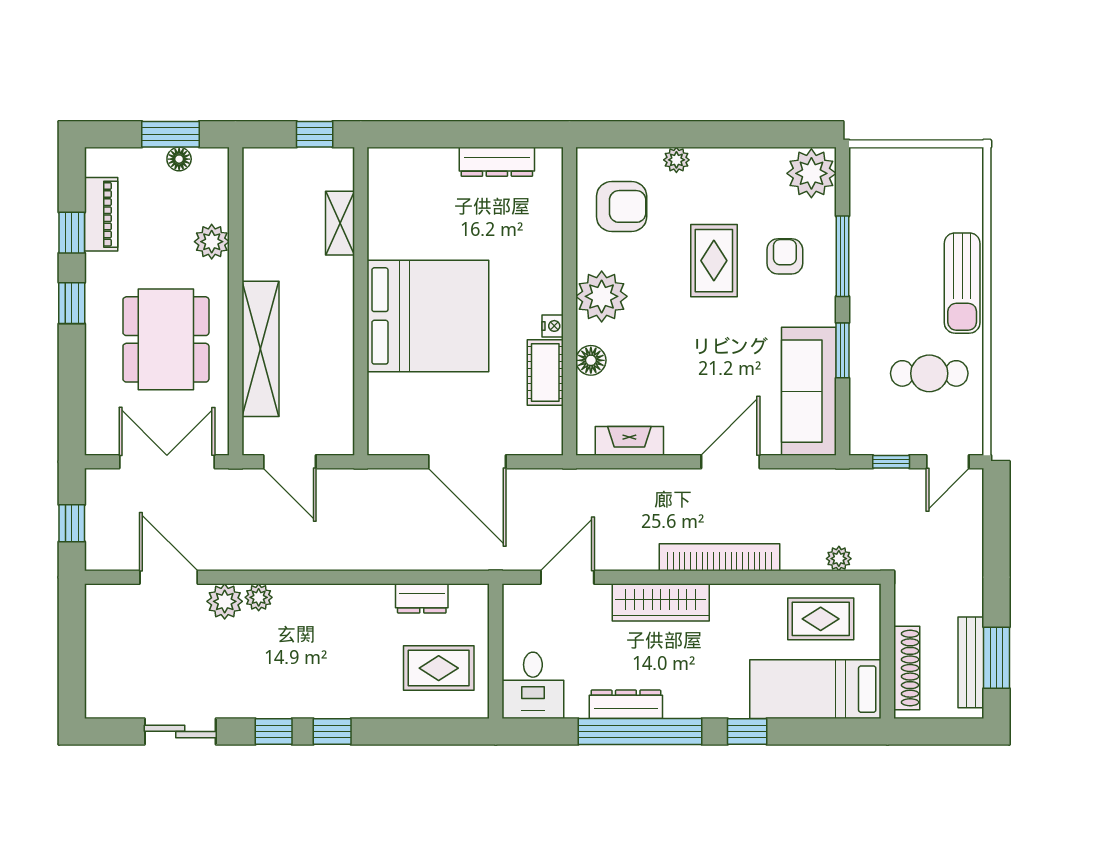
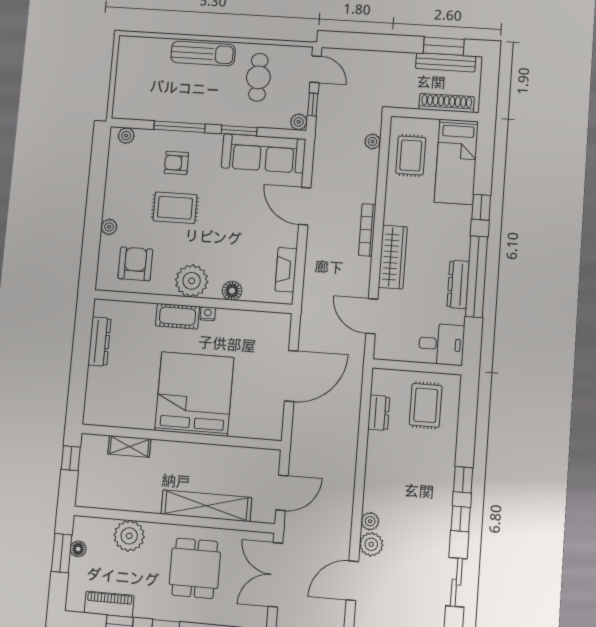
plant: (811, 173) -> (126, 136), width x0.53, depth x0.53
plant: (212, 242) -> (129, 536), width x1.36, depth x1.36
dining table: (166, 339) -> (195, 568), width x0.73
cot: (545, 372) -> (178, 316), moved
plant: (862, 442) -> (299, 122), added
bookcase: (720, 557) -> (367, 230), width x0.68, depth x0.76

